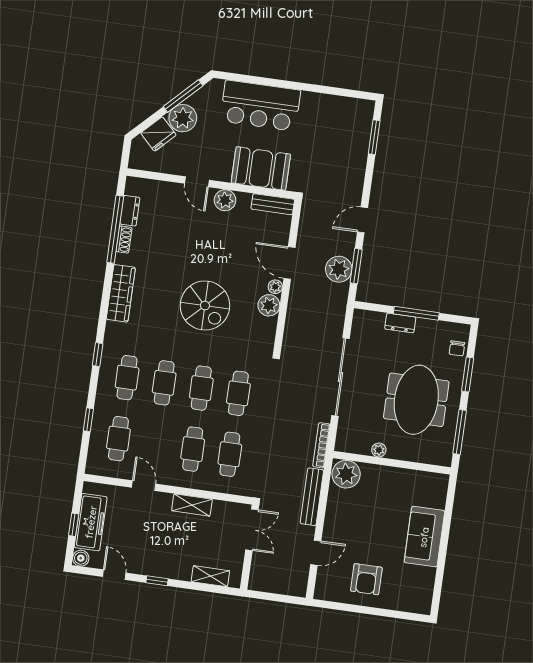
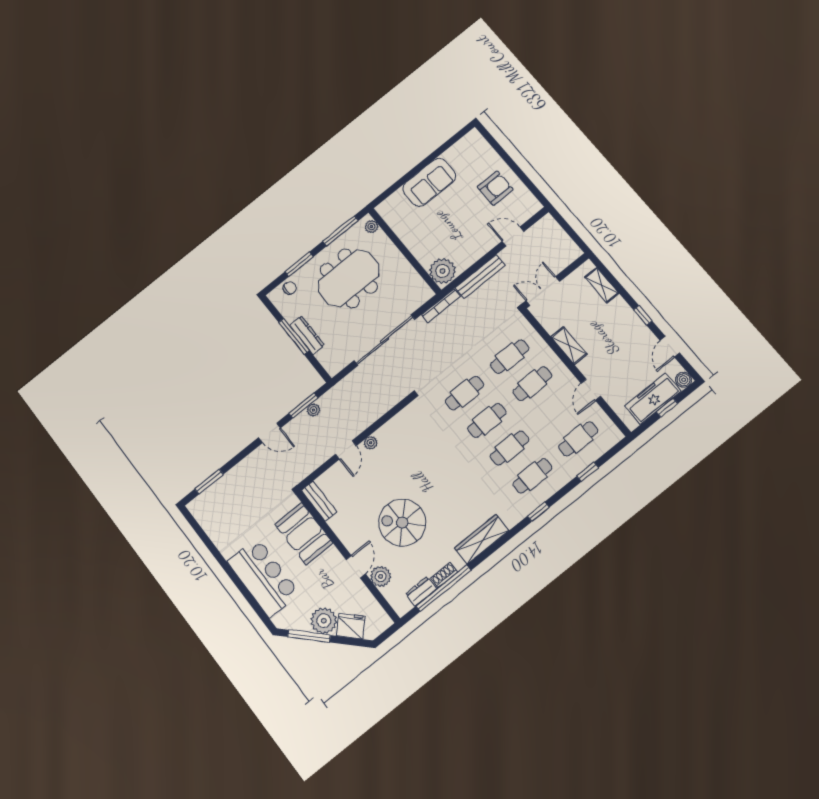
plant: (225, 200) -> (381, 576), moved
door: (289, 263) -> (346, 450), width x0.73
plant: (339, 269) -> (313, 410), width x0.53, depth x0.53
plant: (269, 305) -> (387, 434), removed
spiral stairs: (205, 306) -> (402, 523), moved, turned -90
dresser: (400, 323) -> (307, 335), width x1.44
plant: (379, 450) -> (371, 227), moved

